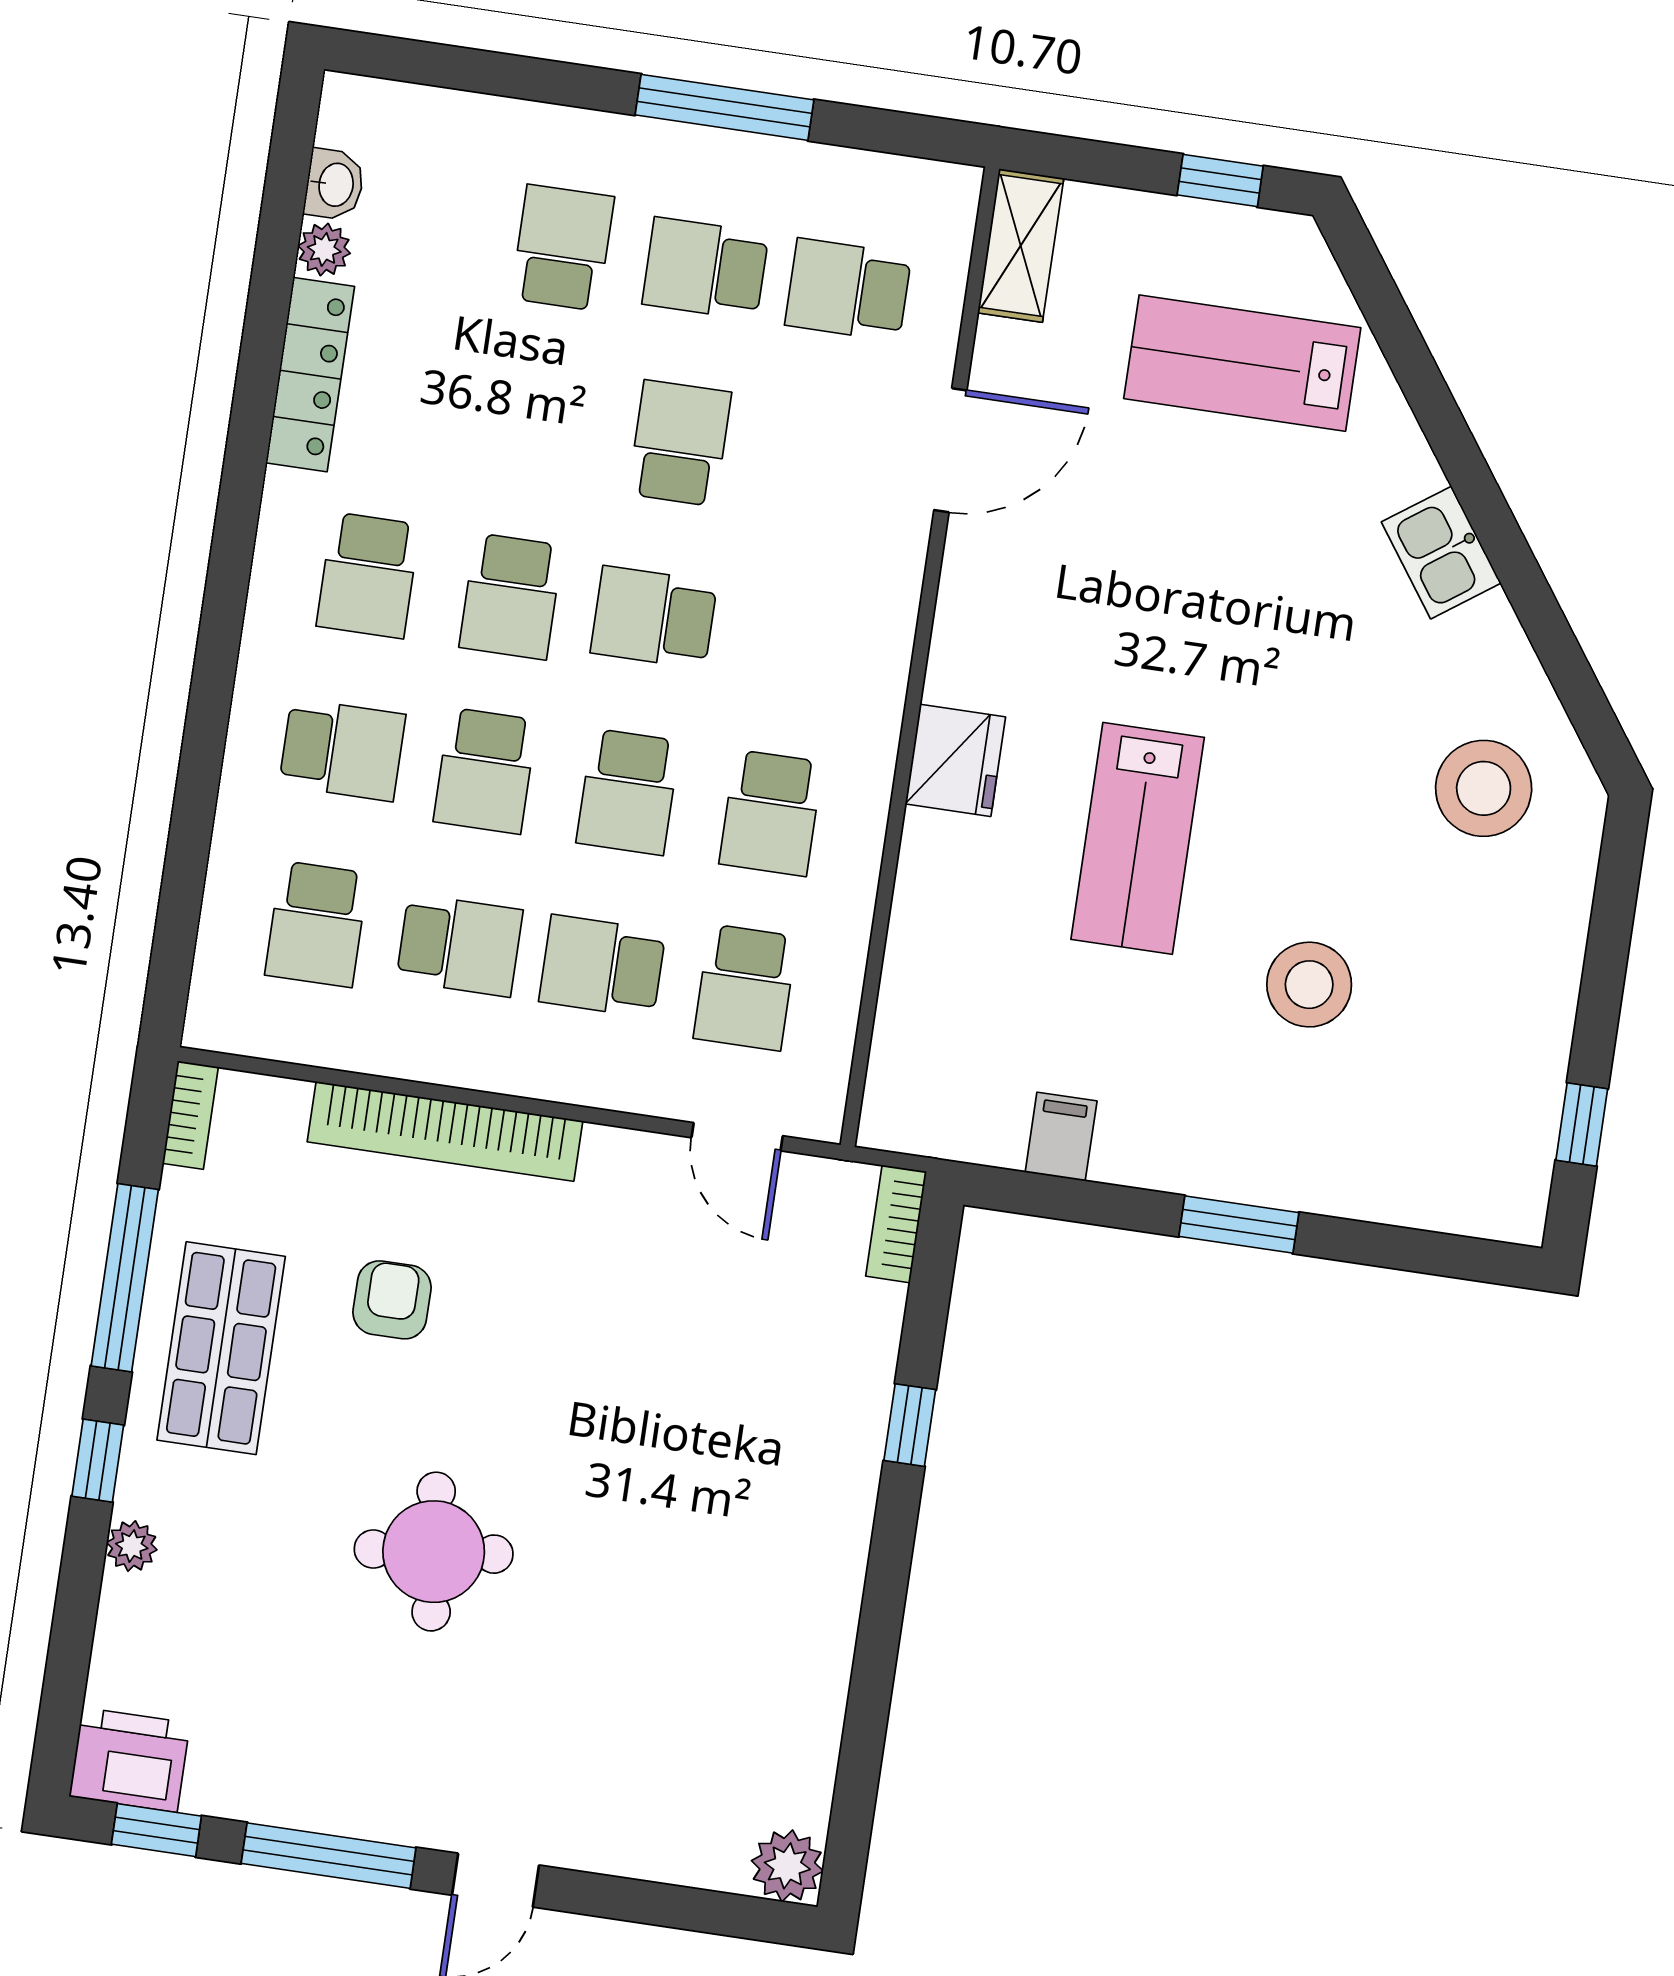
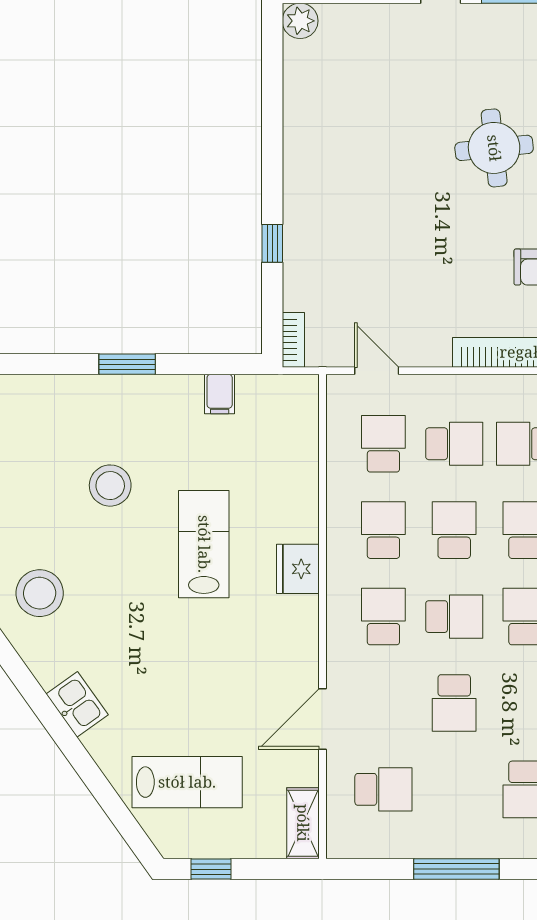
school desk: (705, 269) -> (383, 617), moved, turned -90

